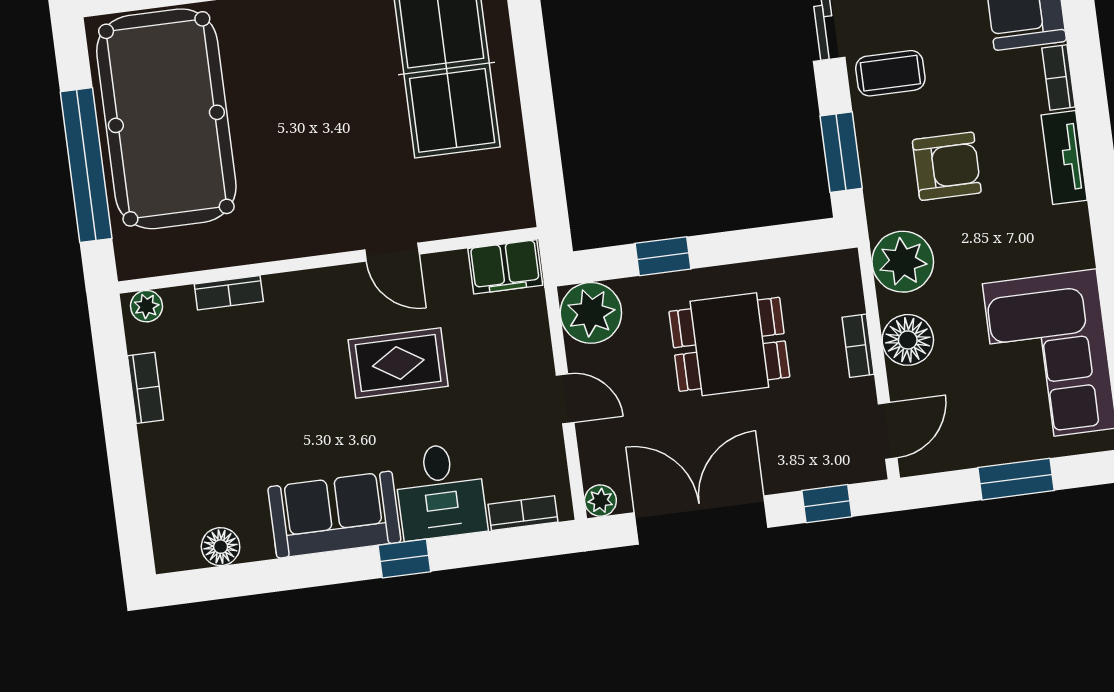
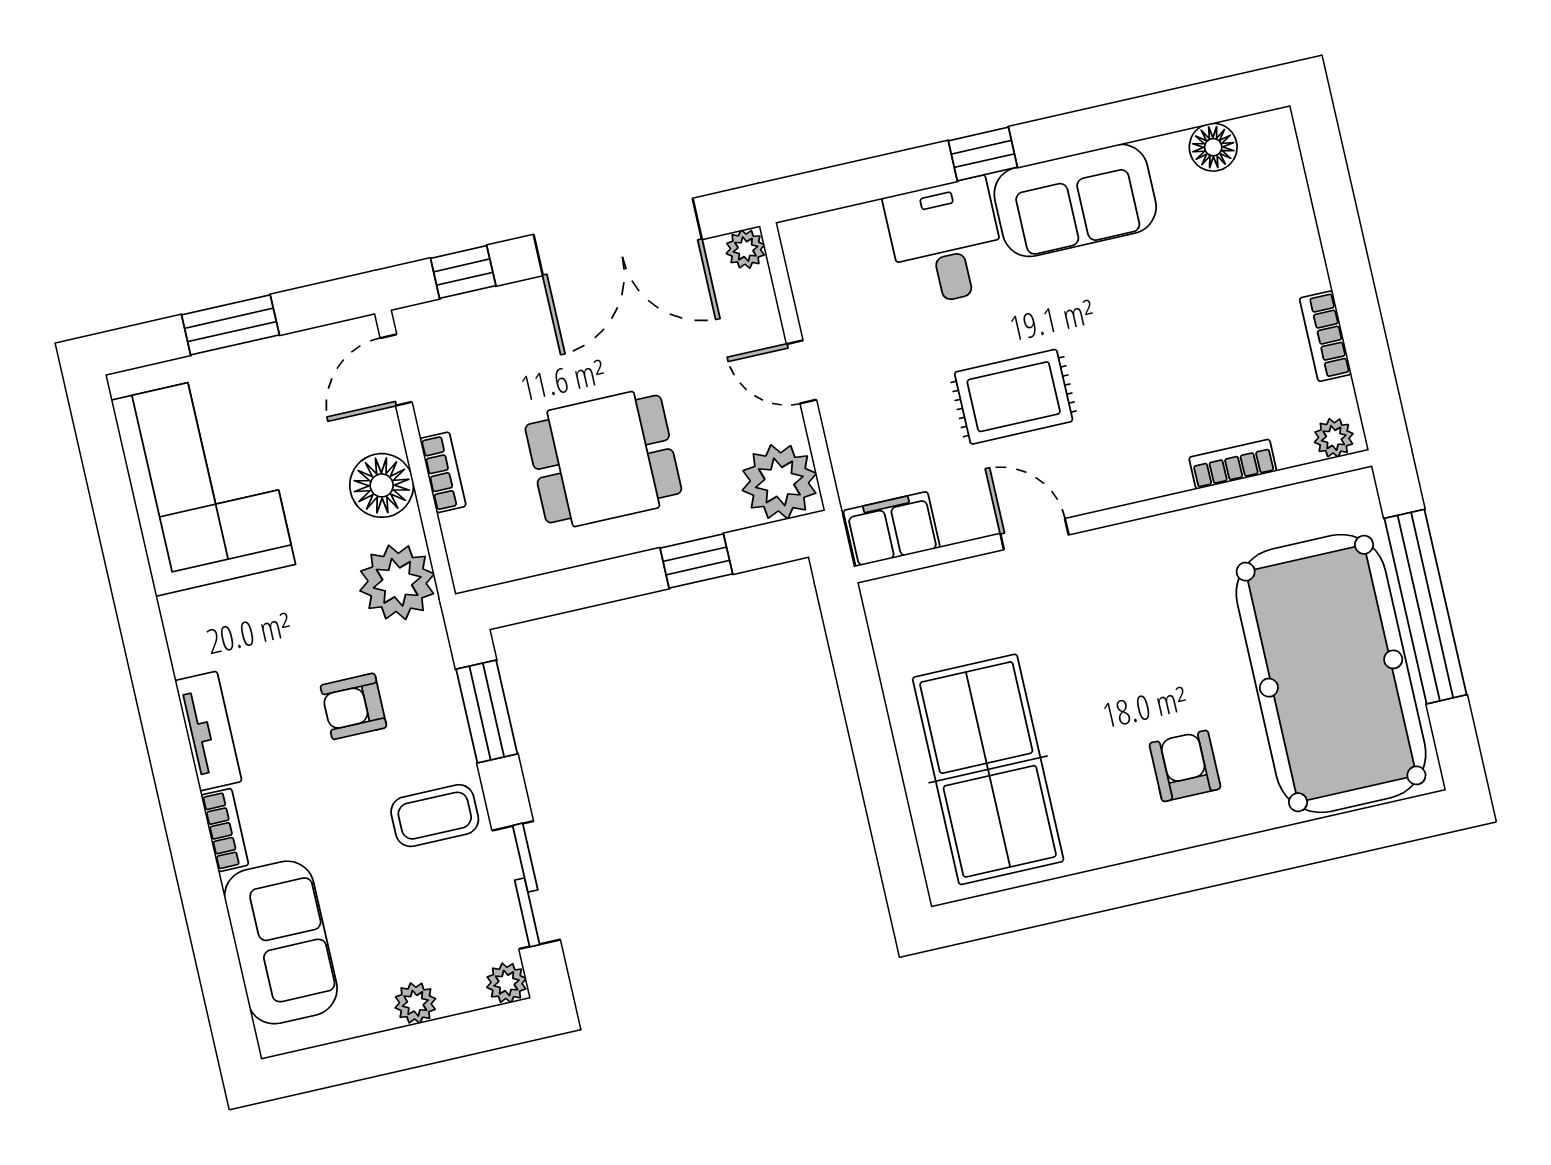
armchair: (290, 56) -> (1185, 766), added
armchair: (947, 166) -> (354, 706), width x0.72, depth x0.72
bookcase: (523, 513) -> (841, 224), removed

